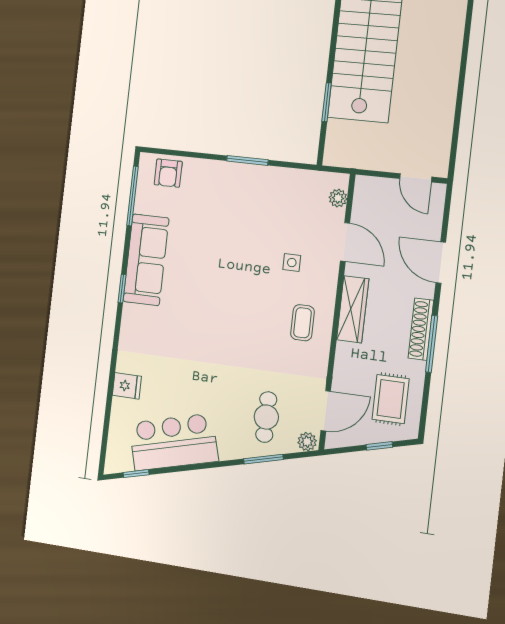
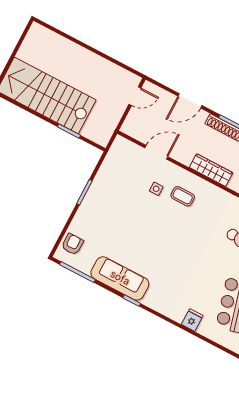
armchair: (168, 173) -> (72, 244), turned -90
plant: (338, 198) -> (129, 146), removed
wardrobe: (353, 309) -> (211, 170), moved
coffee table: (302, 323) -> (183, 196), moved

